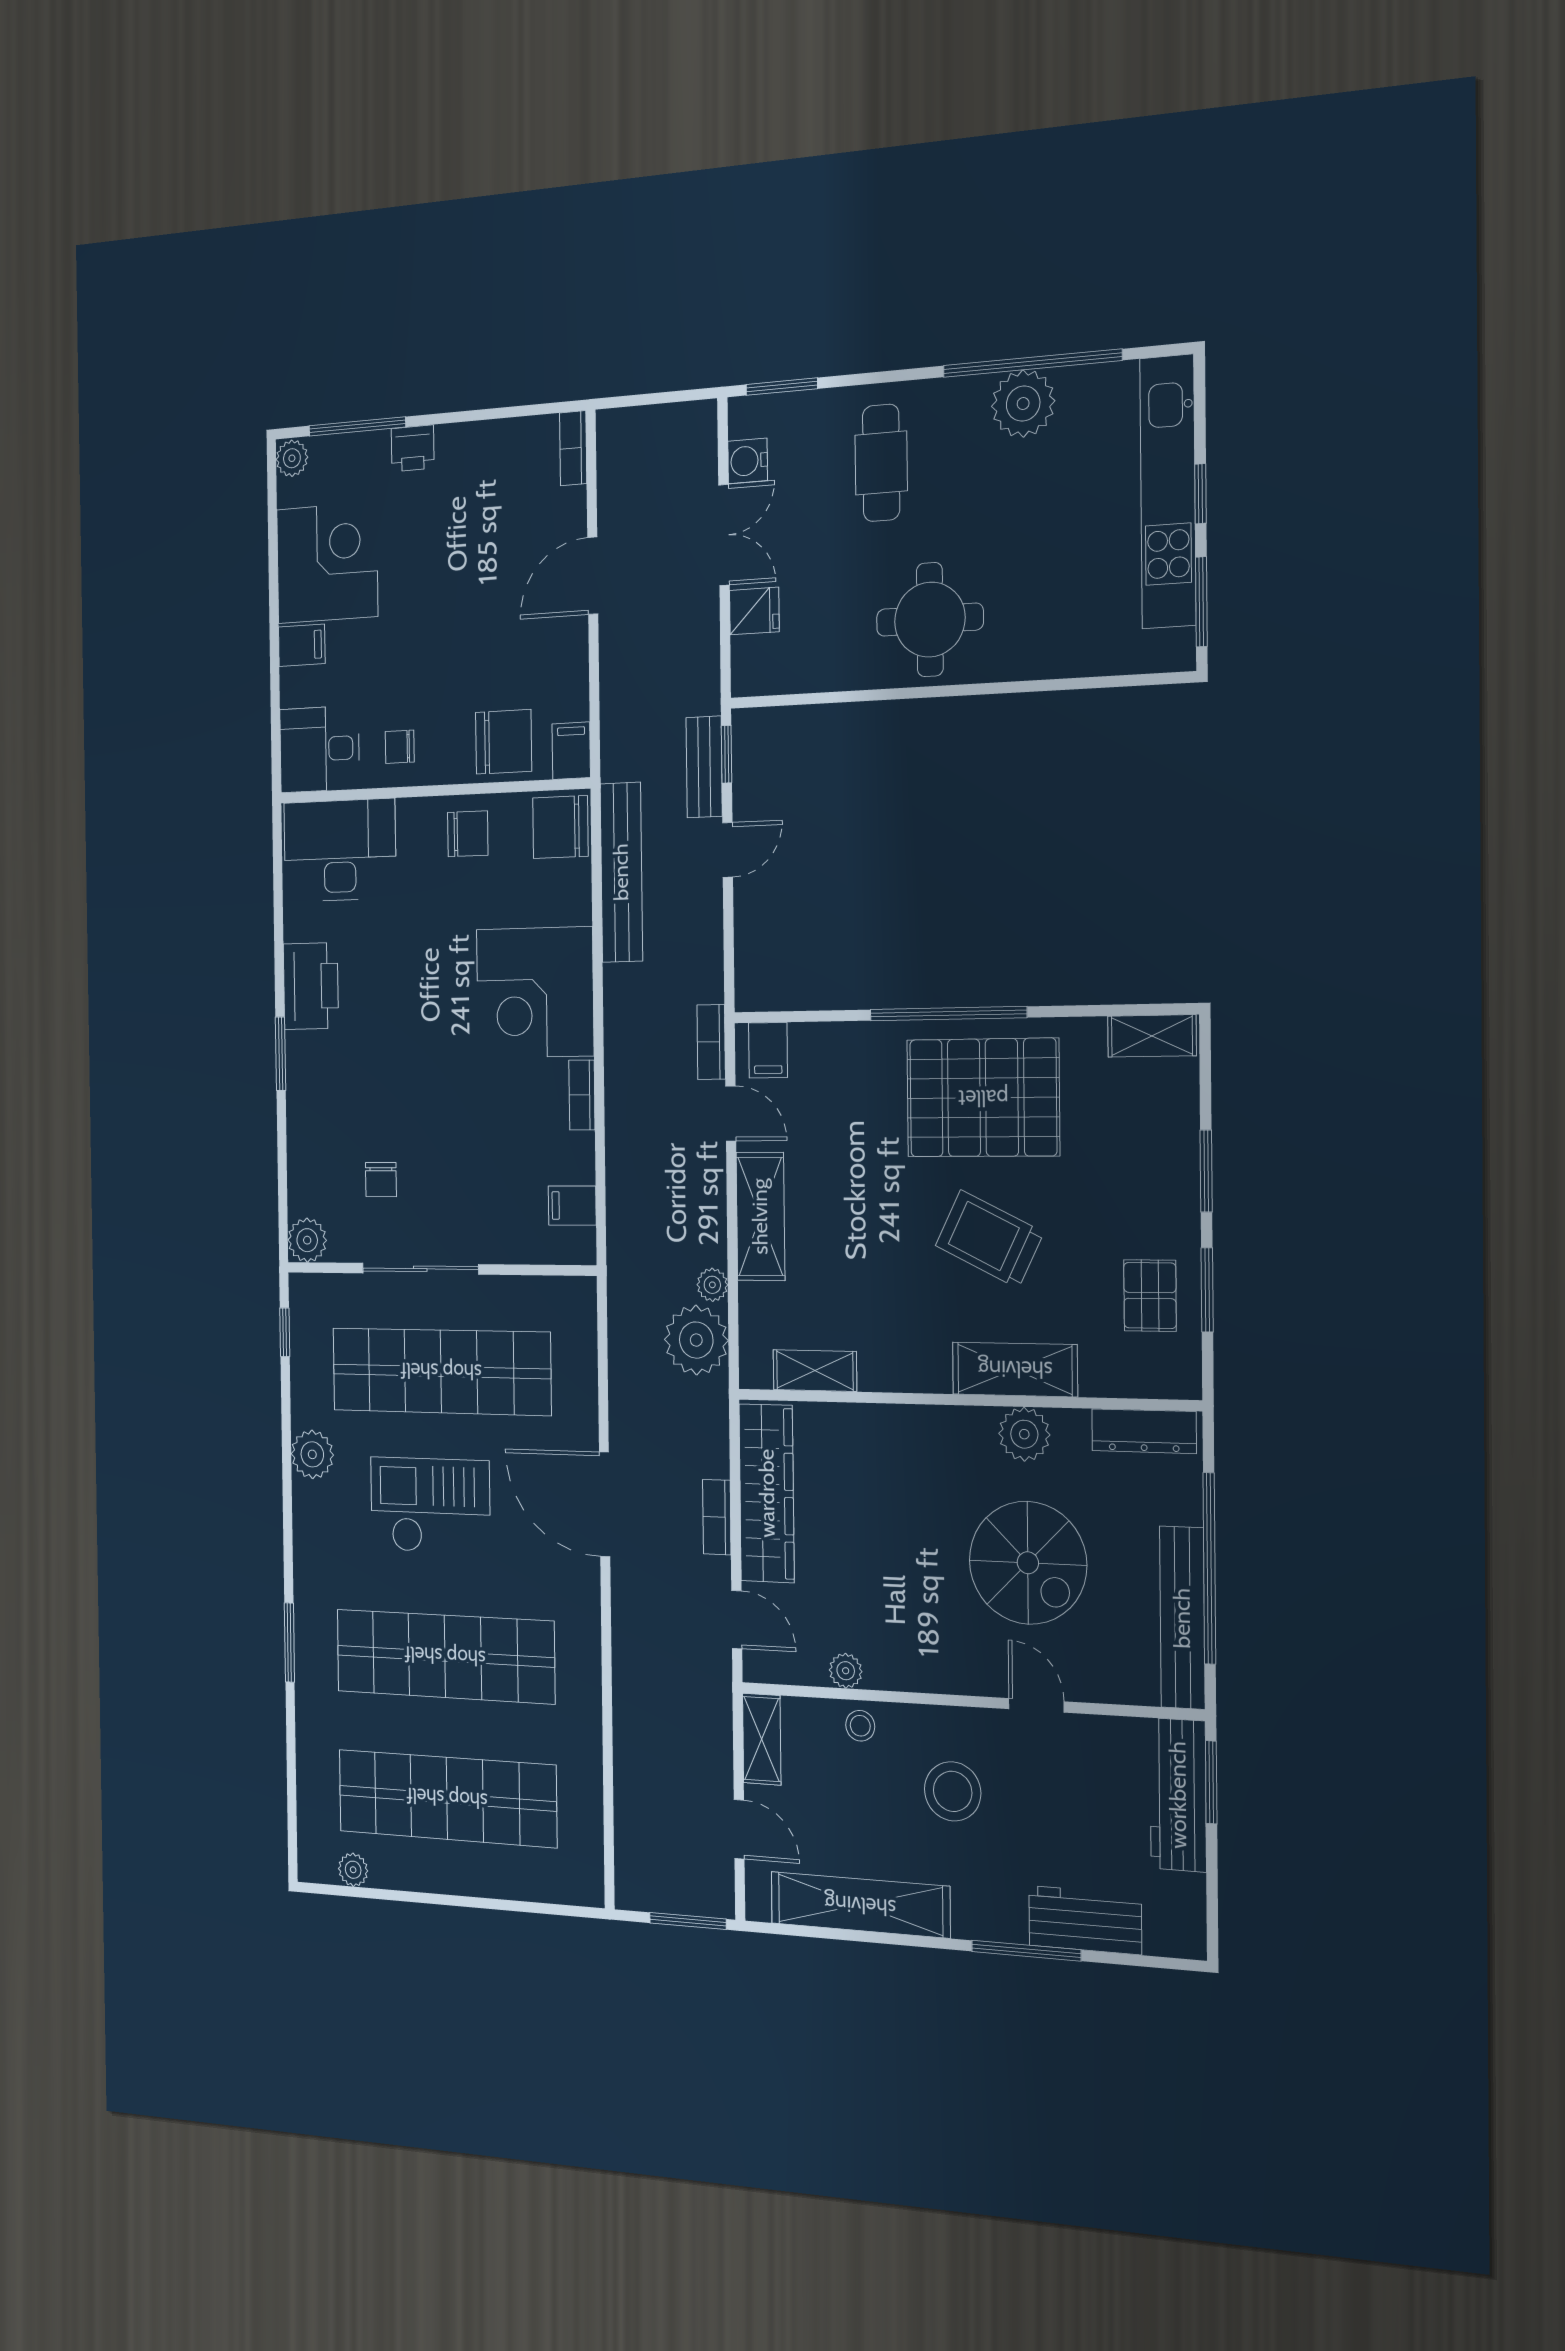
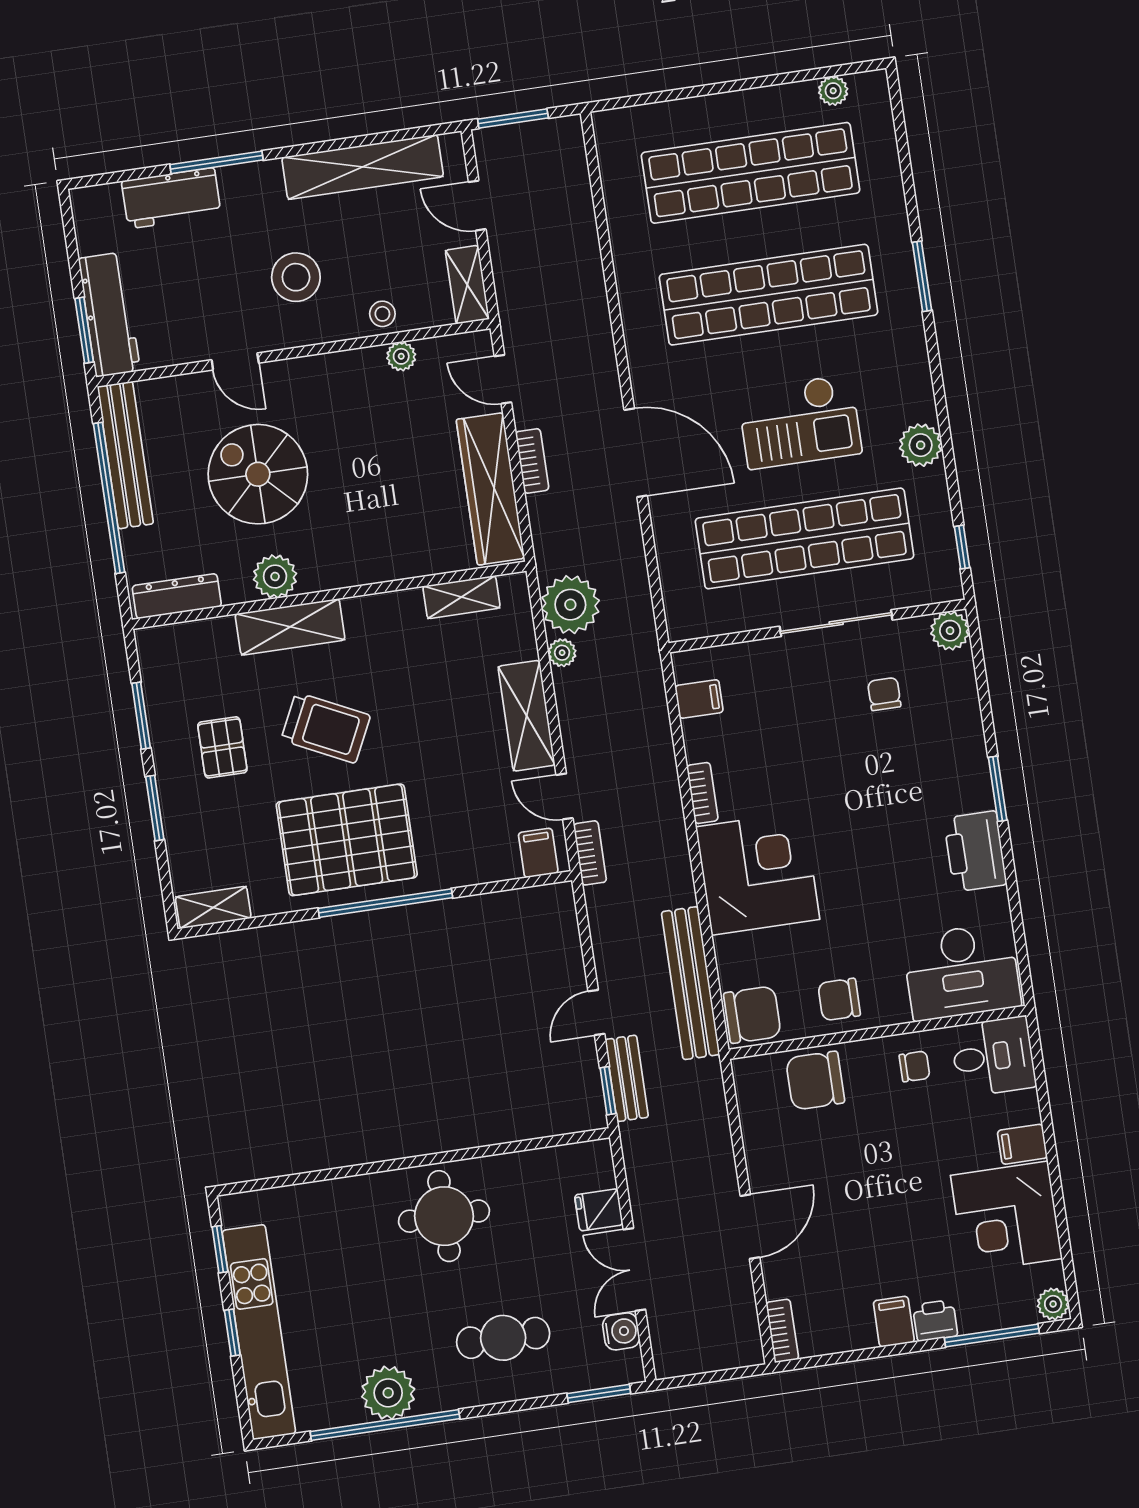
cafe table: (881, 463) -> (503, 1338), turned 90
window: (1201, 602) -> (220, 1249), width x0.67
filing cabinet: (571, 751) -> (894, 1322), moved, turned 180
pallet: (1150, 1295) -> (222, 747), moved

